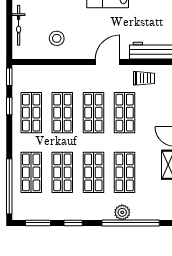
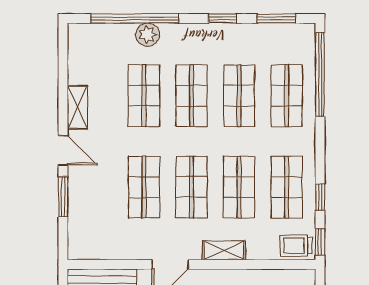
shelving: (72, 71) -> (224, 250), added
trolley: (144, 78) -> (296, 246), moved

